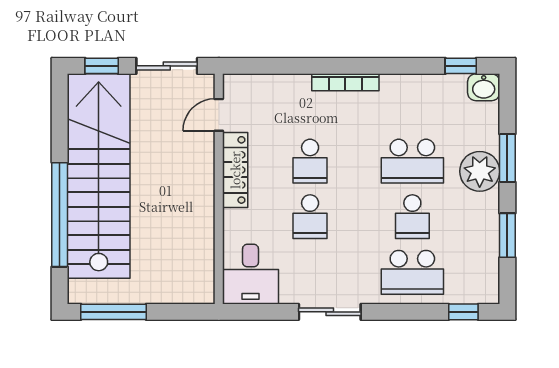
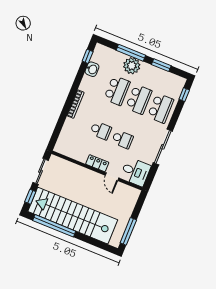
washbasin: (484, 87) -> (92, 69), moved
door: (219, 115) -> (112, 177), moved
window: (507, 158) -> (131, 53), width x1.44
locker: (235, 170) -> (97, 163), width x0.66
window: (60, 215) -> (54, 226), moved
school desk: (412, 217) -> (139, 99), width x1.85
sliding door: (330, 312) -> (163, 147), width x1.37

